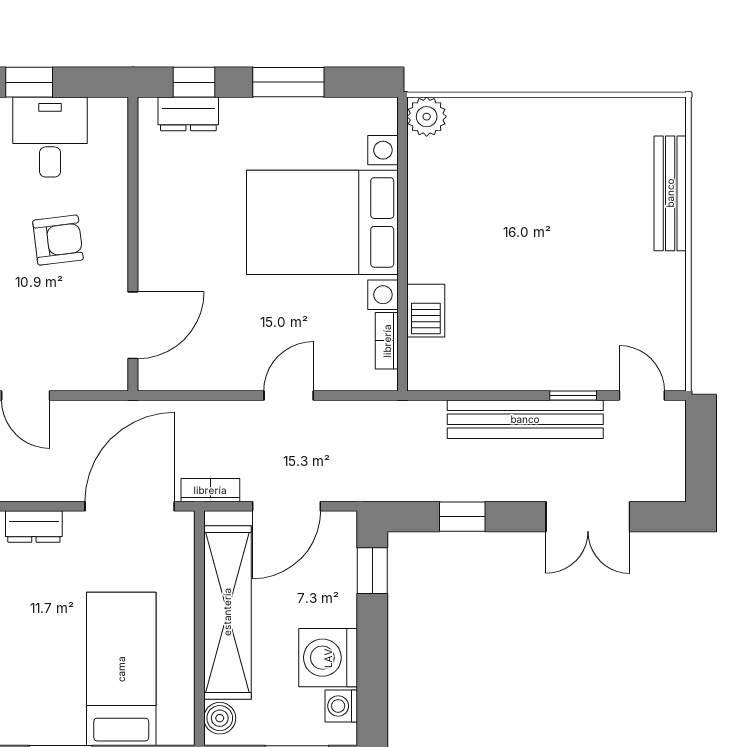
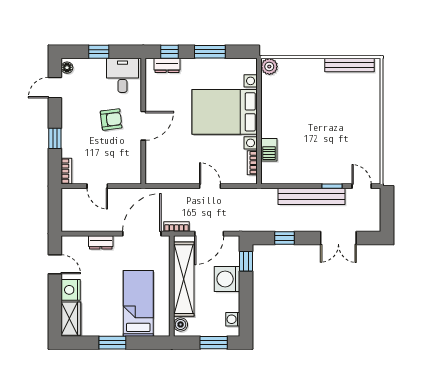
desk: (50, 137) -> (122, 75), moved
bench: (670, 193) -> (350, 65), moved, turned 90
door: (133, 325) -> (143, 126), moved
door: (289, 395) -> (210, 186), hinge flipped
washing machine: (328, 658) -> (227, 279), moved

